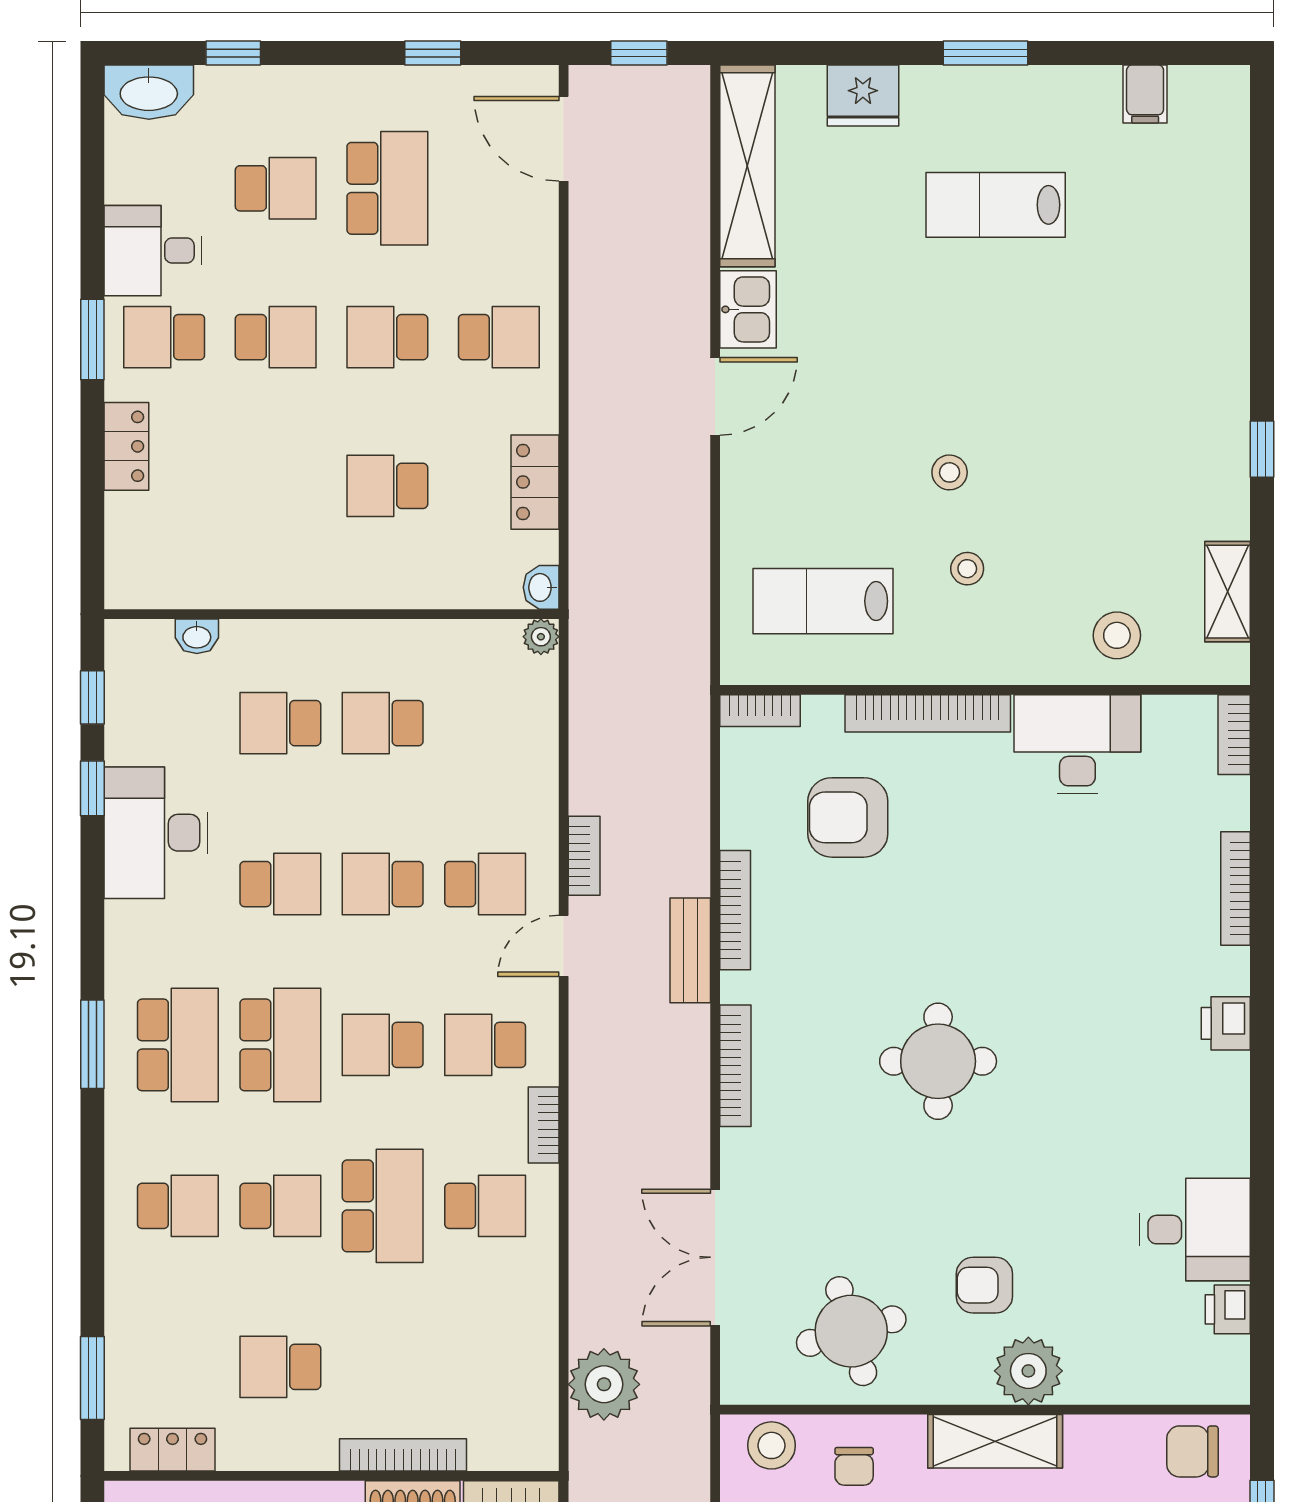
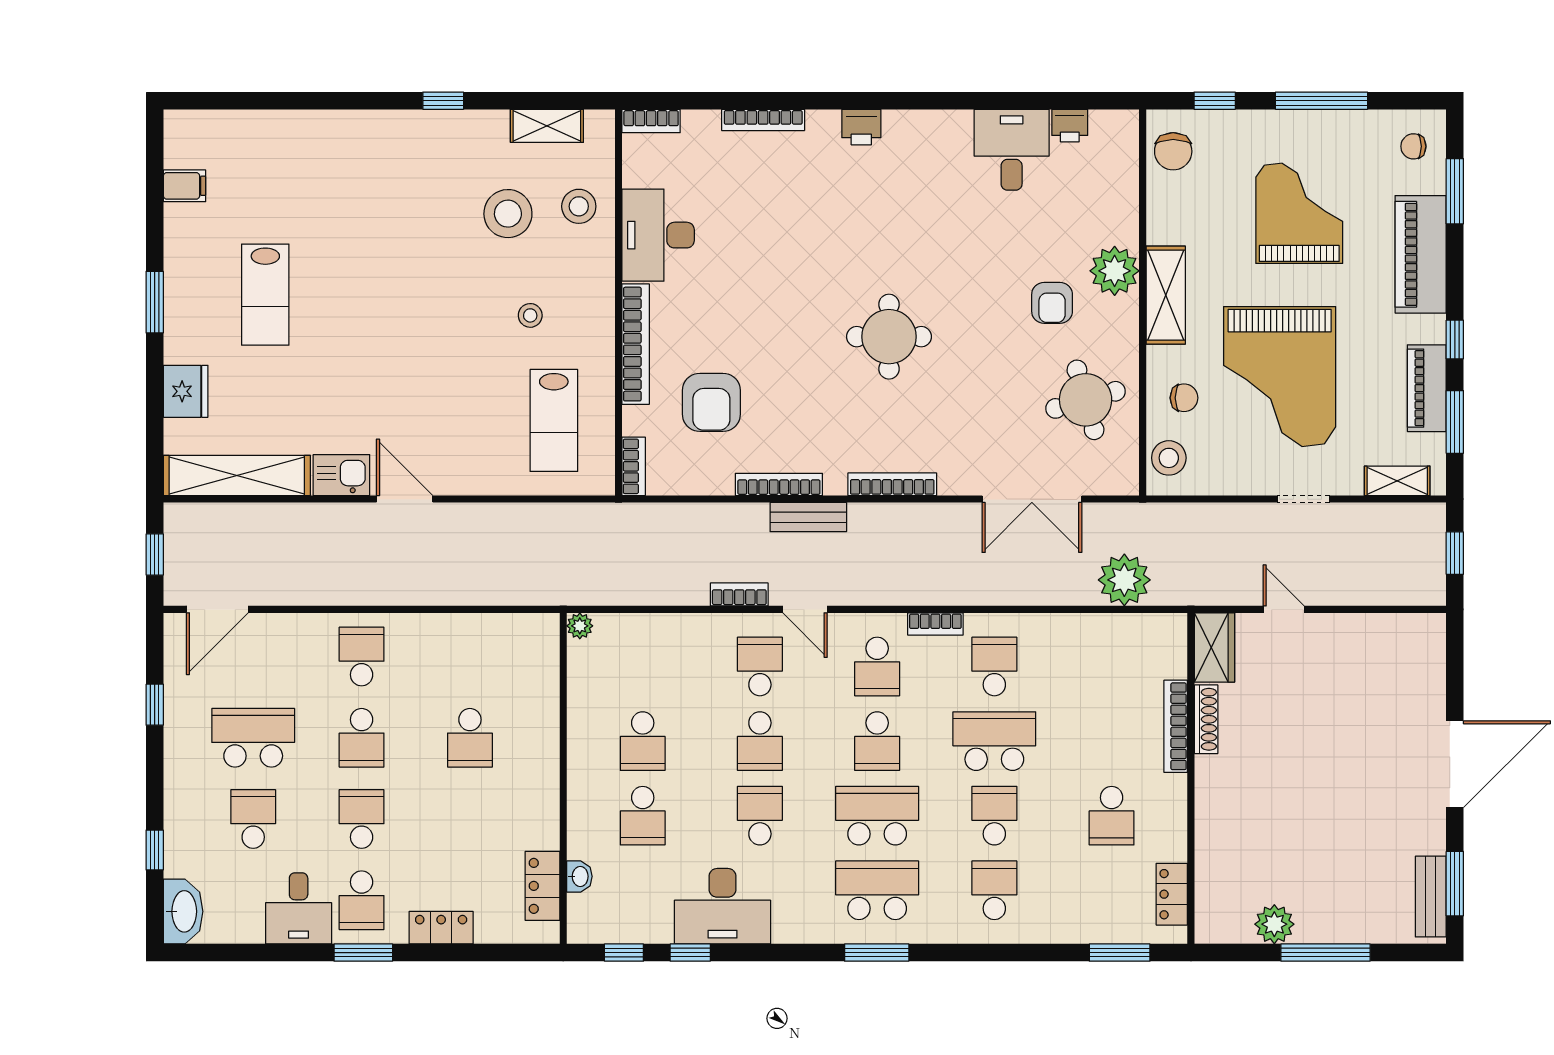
stool: (950, 472) -> (508, 214), moved, width x1.89, depth x1.89
locker: (535, 482) -> (542, 886), moved, turned 90
washbasin: (541, 587) -> (544, 626), removed

